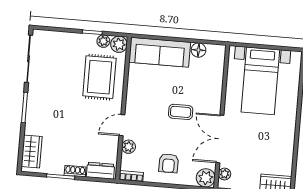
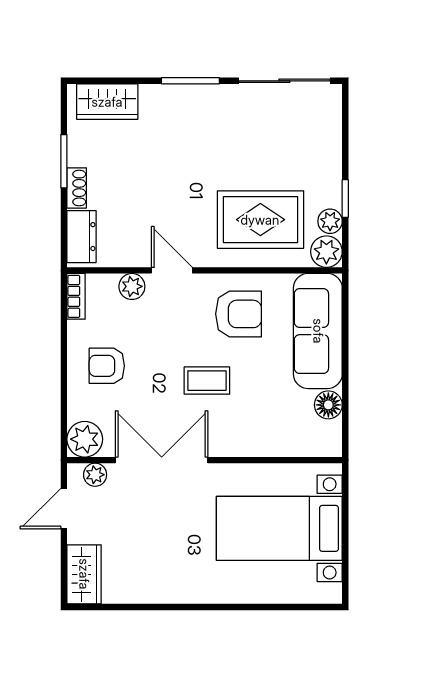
armchair: (147, 93) -> (238, 314), added
coffee table: (181, 112) -> (207, 381), turned 90

